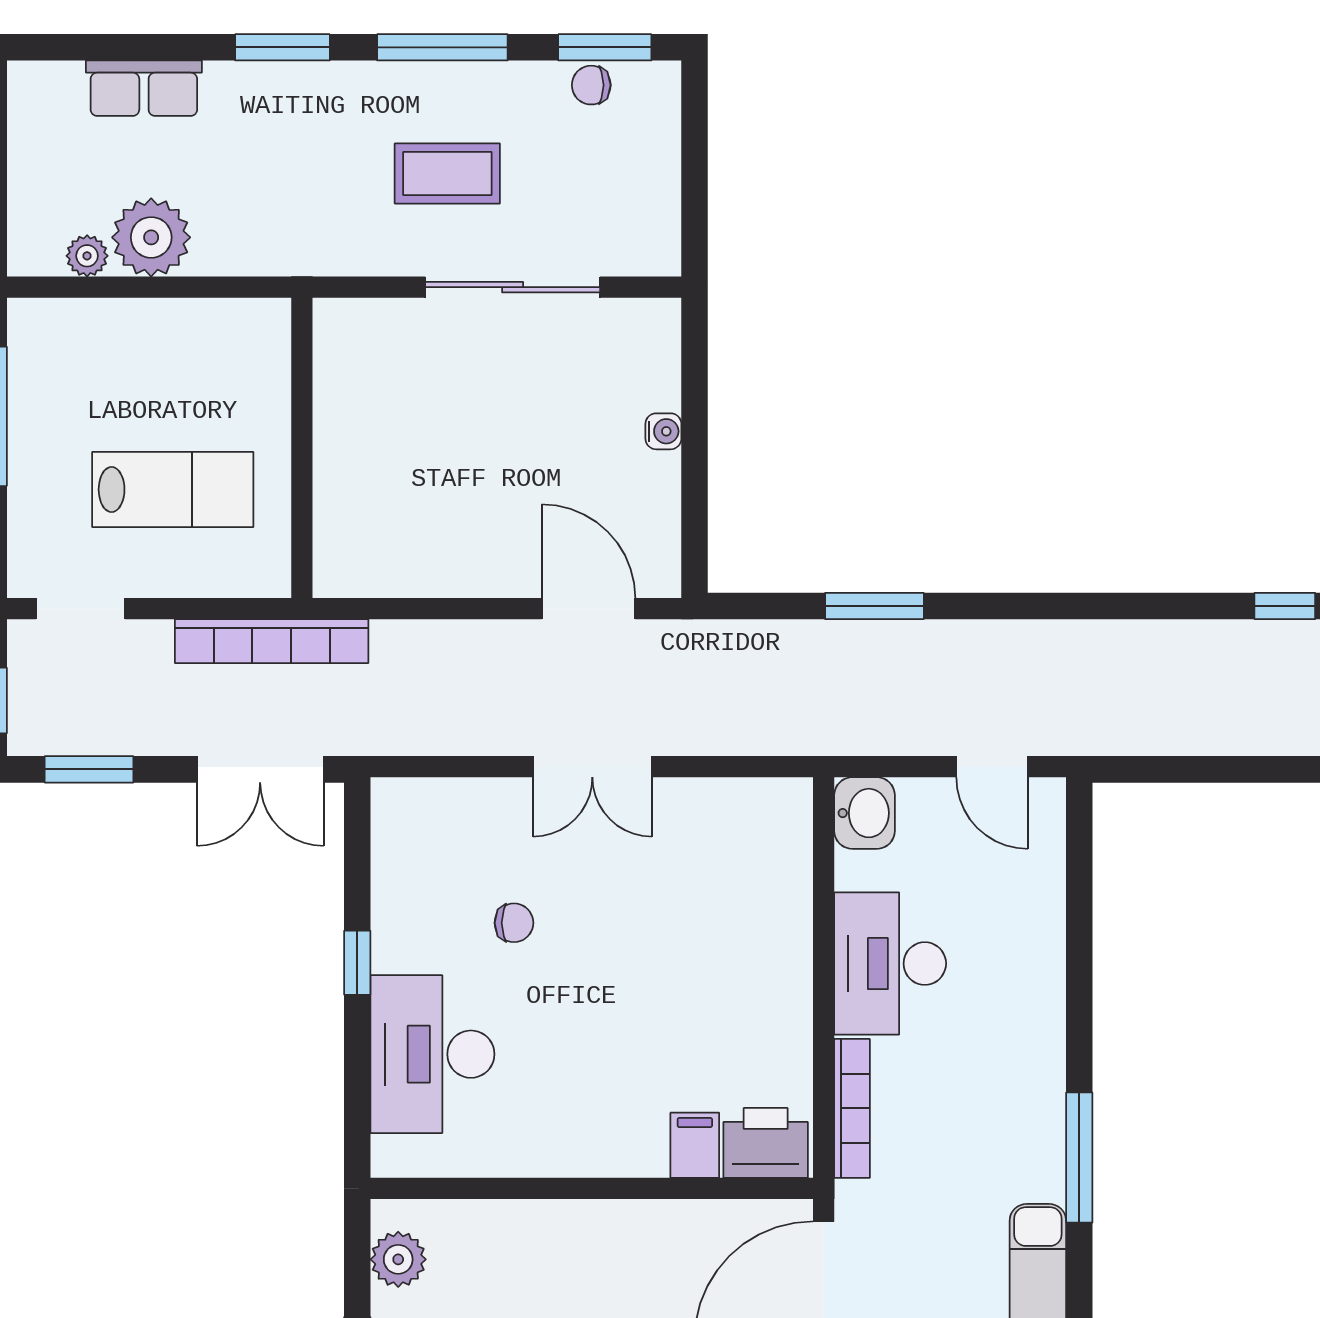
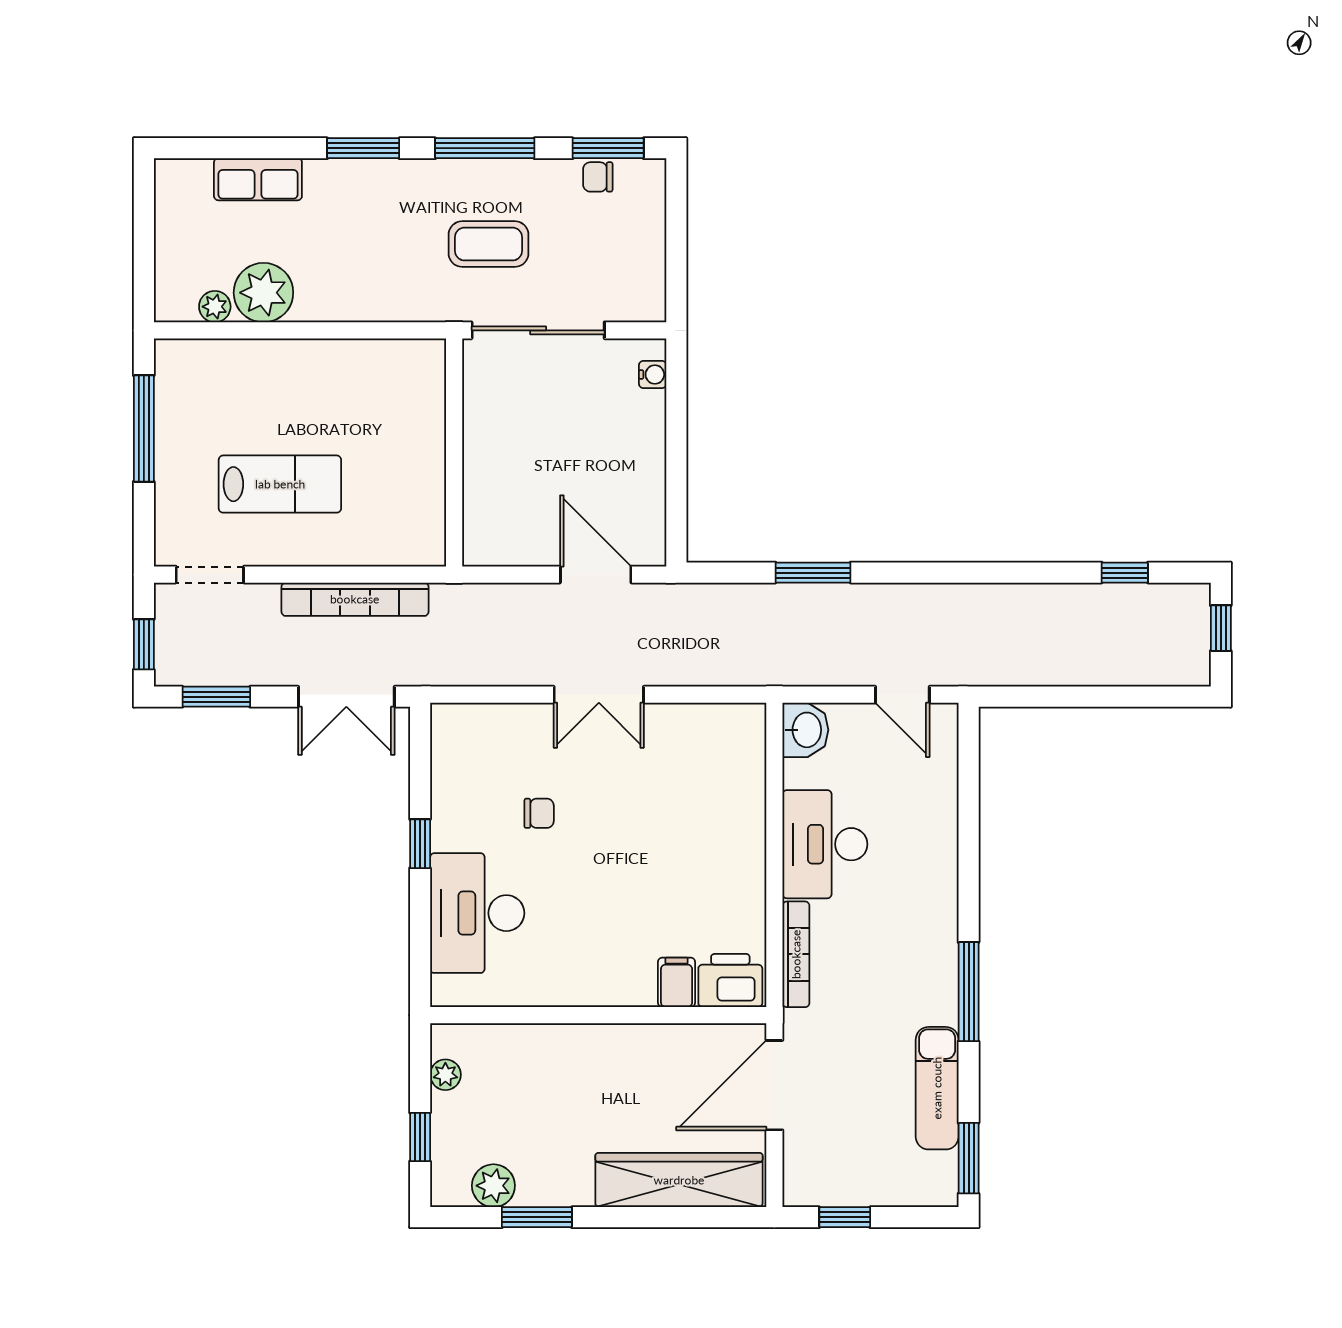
water cooler: (663, 431) -> (653, 374), moved
wall: (302, 448) -> (454, 452), moved
plant: (398, 1259) -> (445, 1075), width x0.73, depth x0.73

